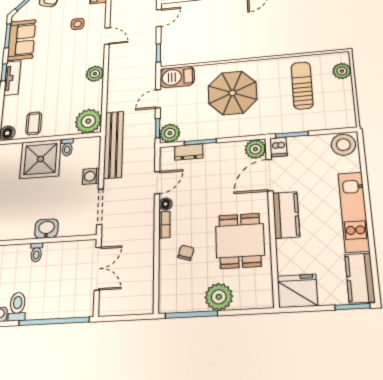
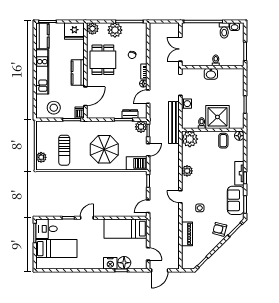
stool: (343, 145) -> (54, 108), moved
plant: (255, 149) -> (92, 29), moved

